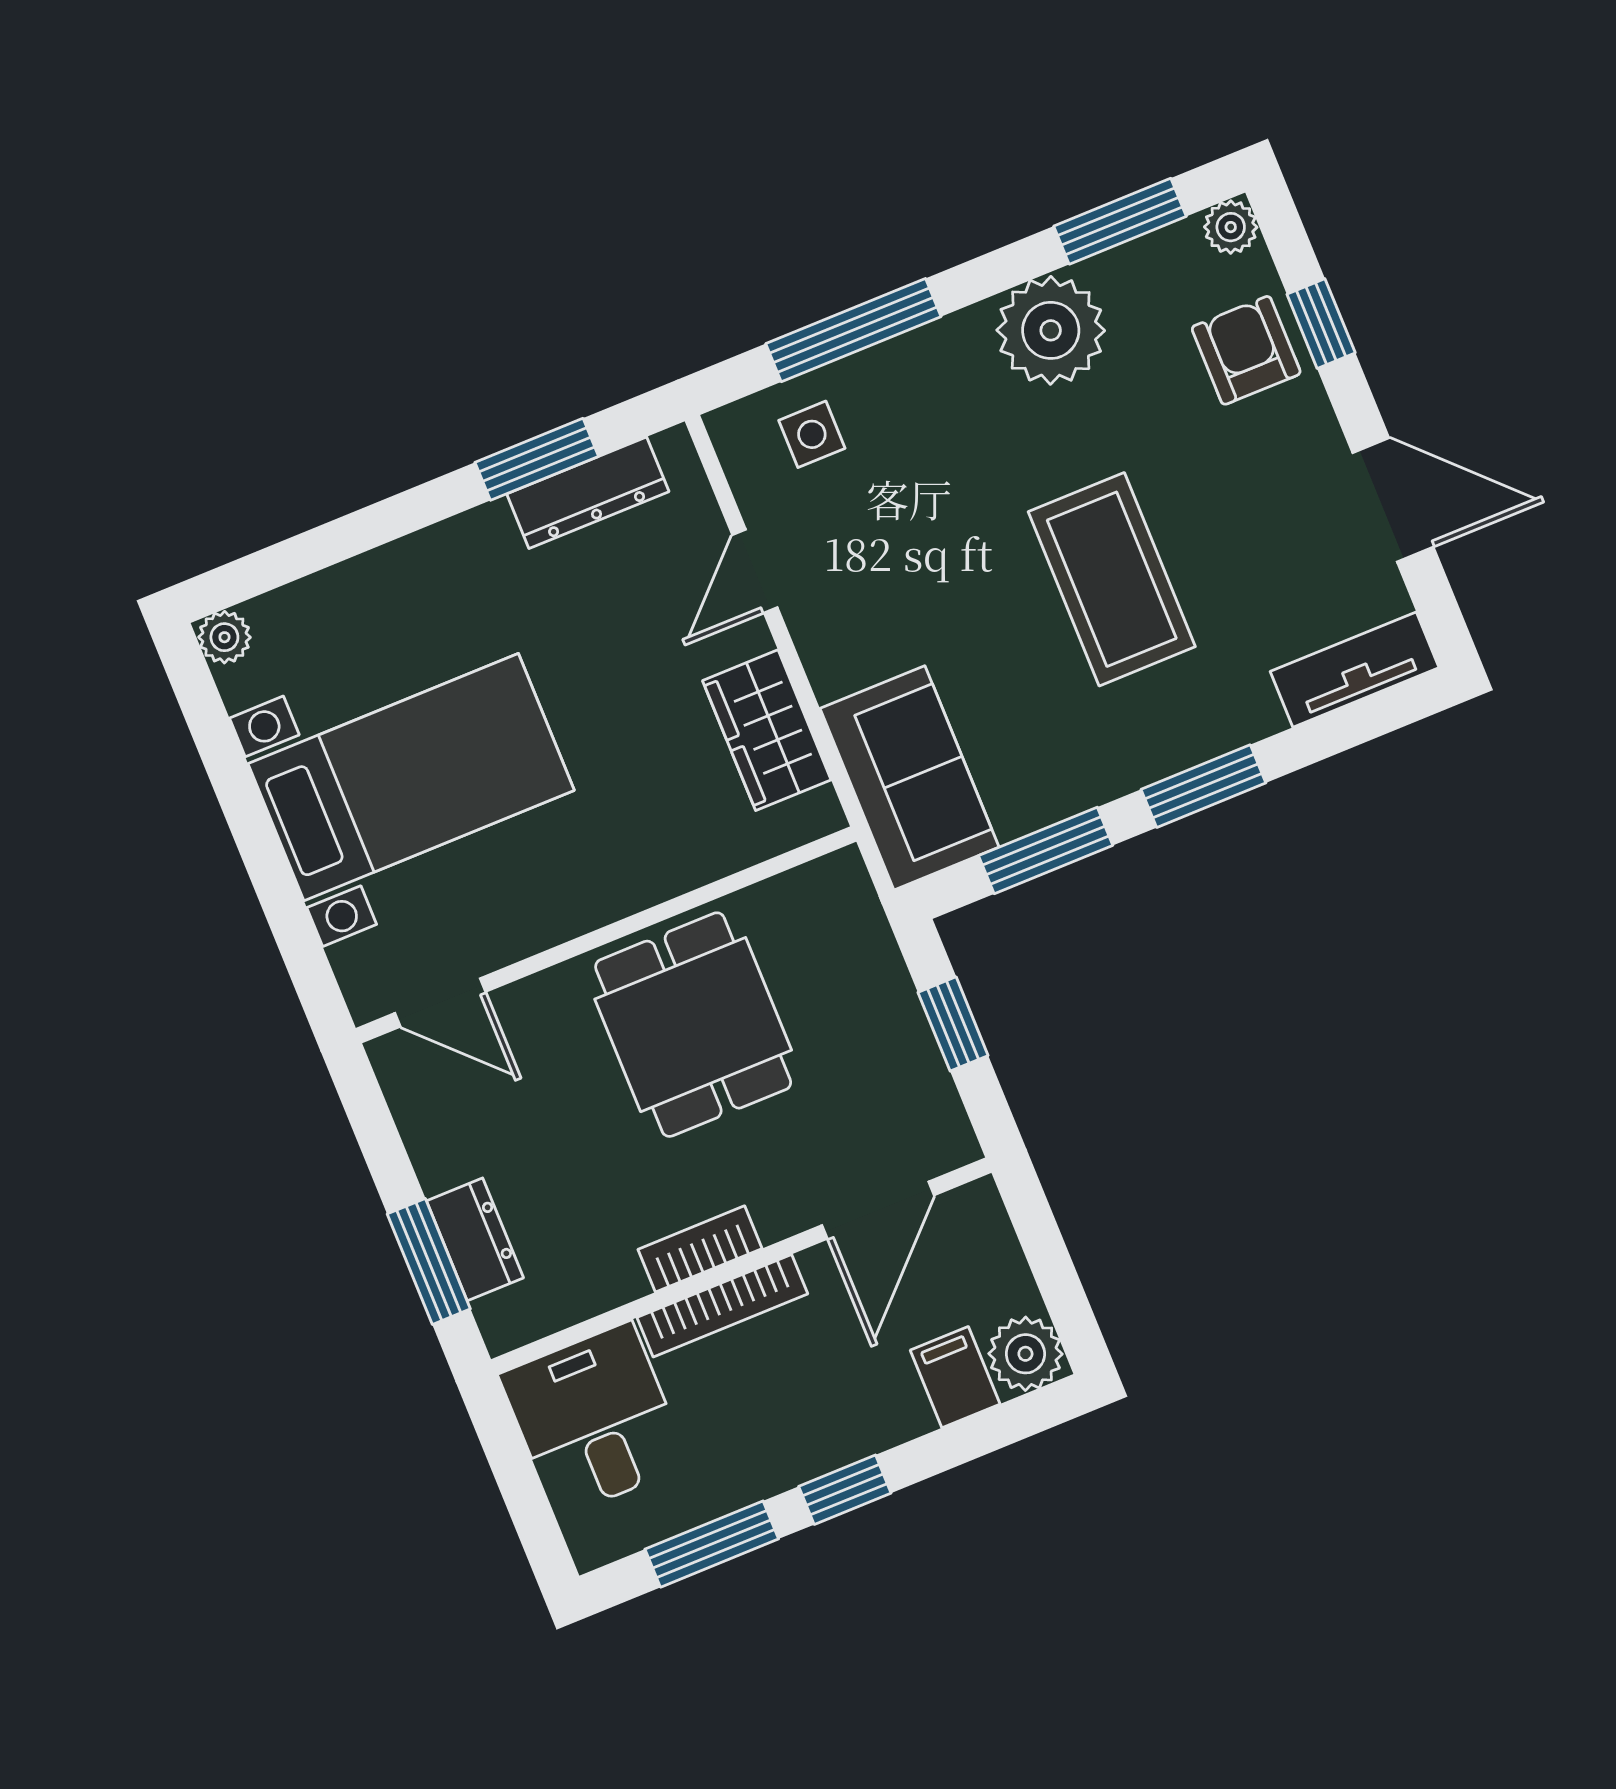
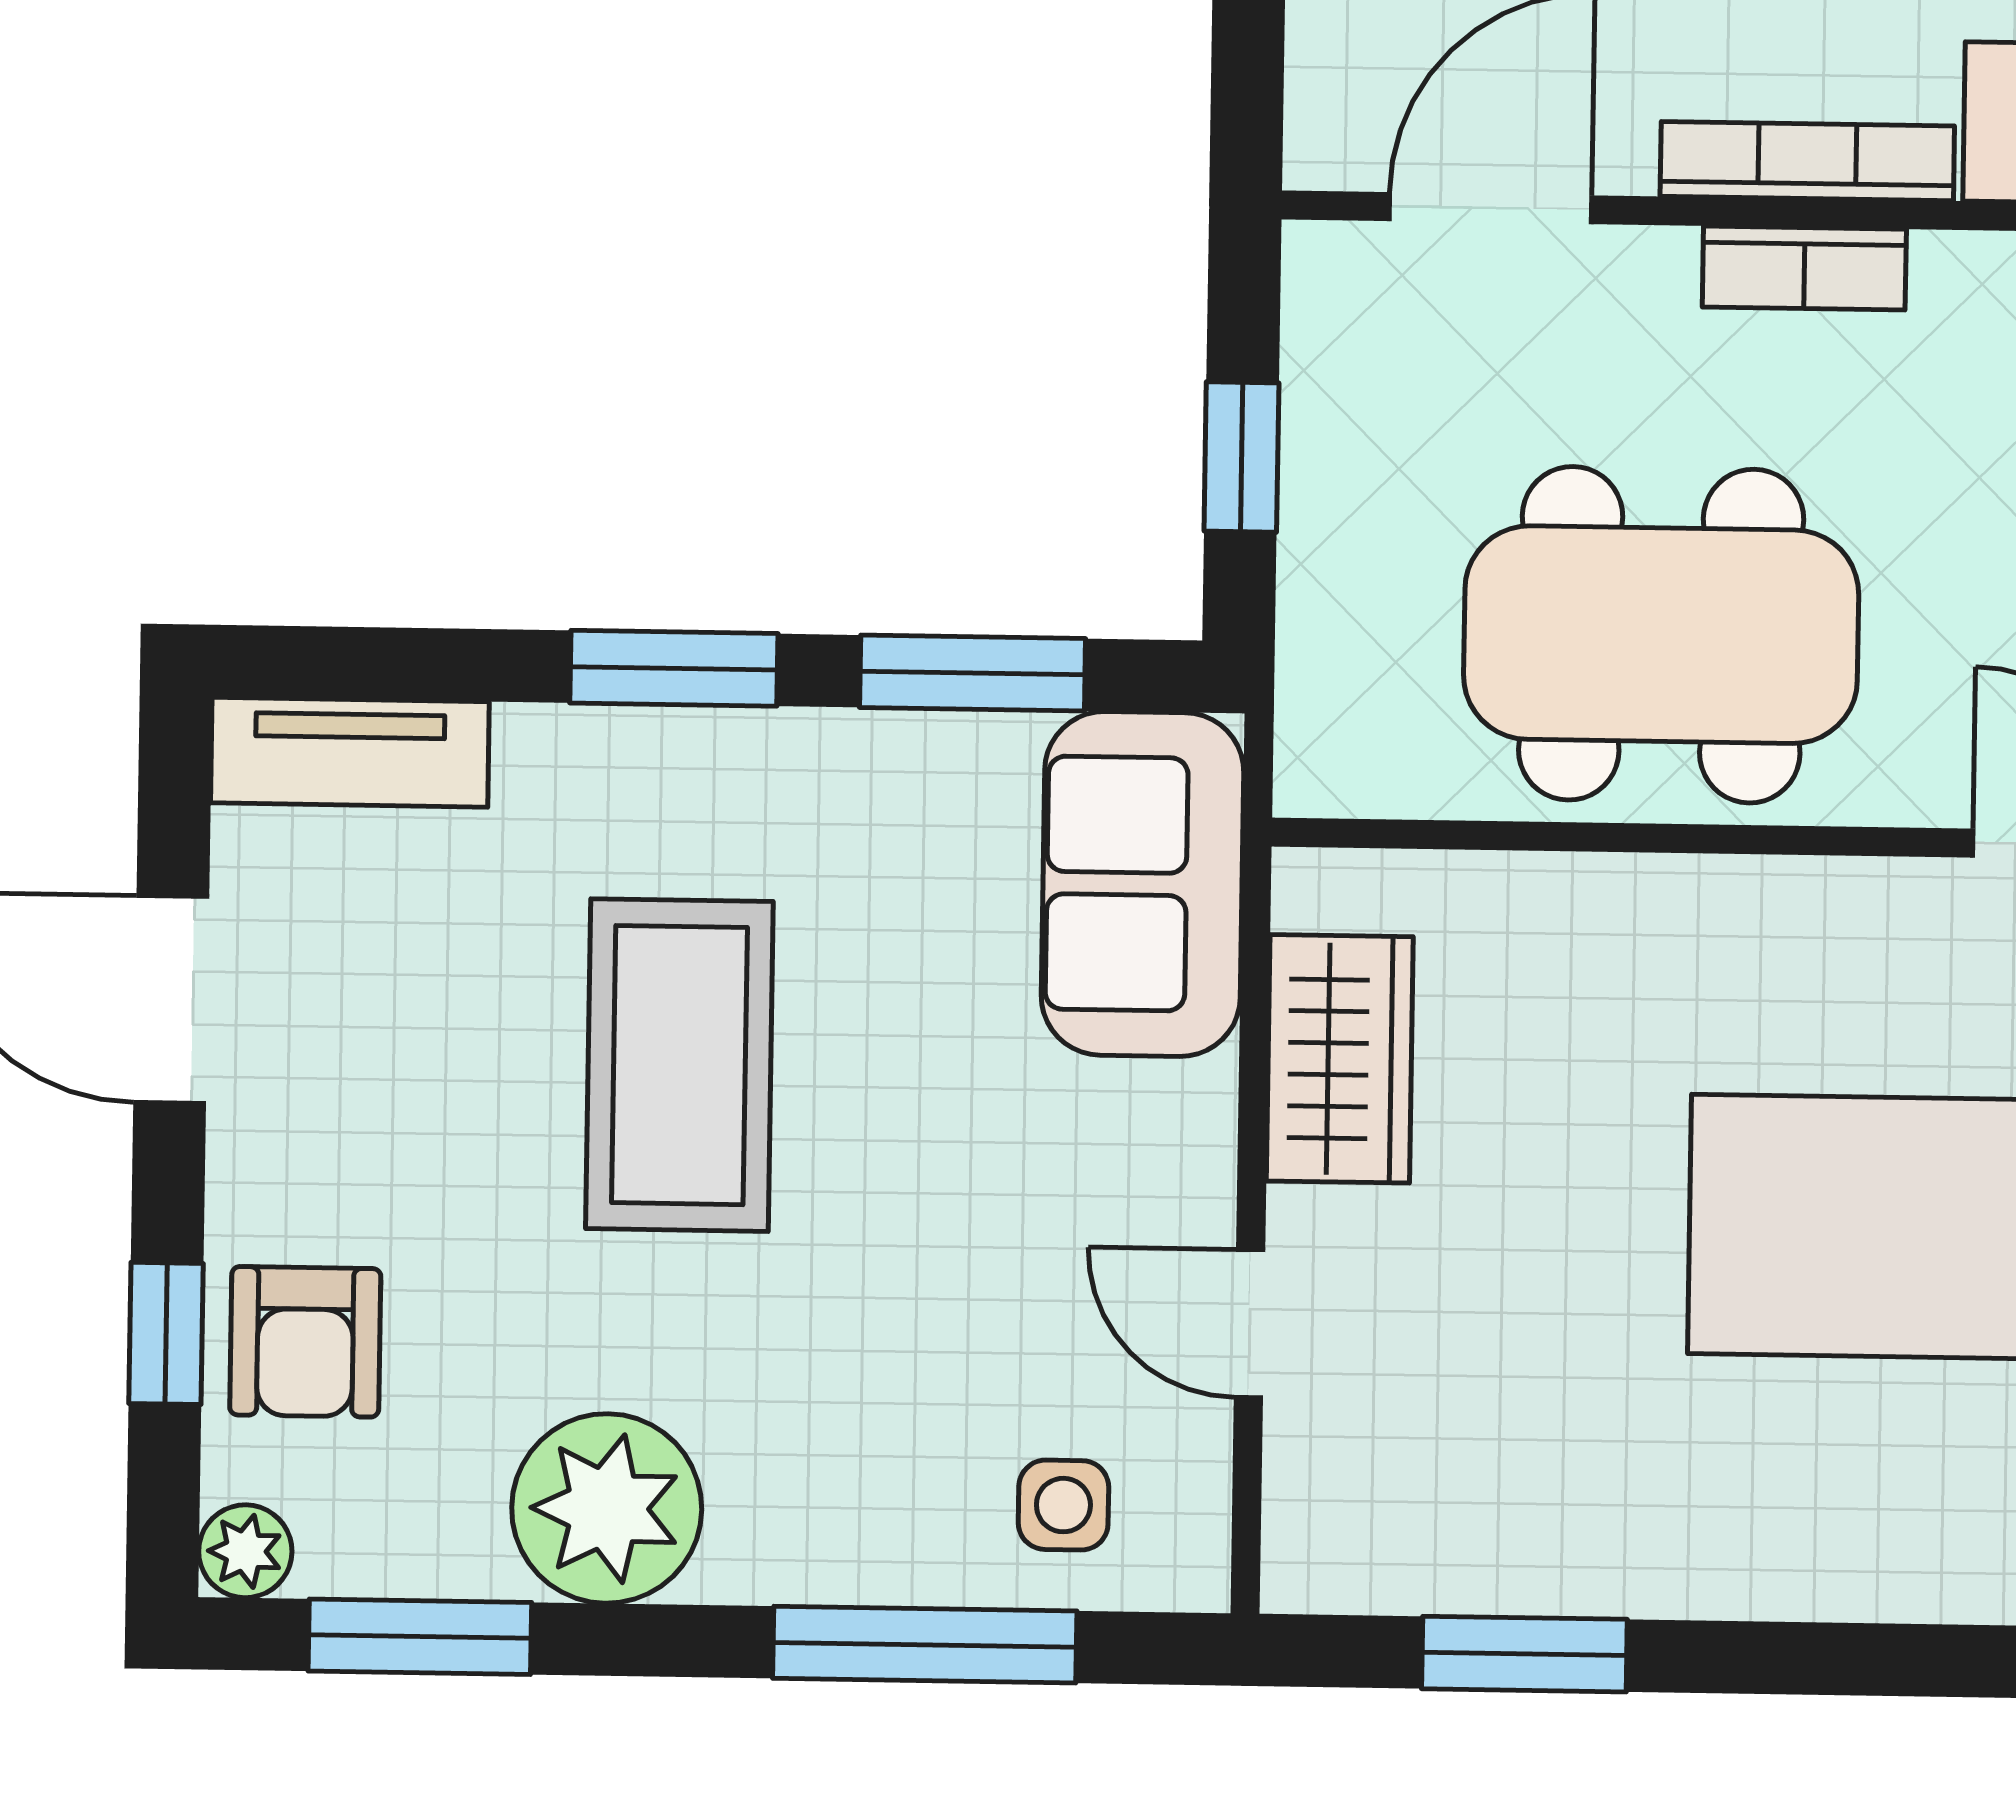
dresser: (588, 493) -> (1465, 1565), removed
door: (755, 571) -> (1250, 1324), swing flipped
dining table: (693, 1025) -> (1661, 635), width x1.37

